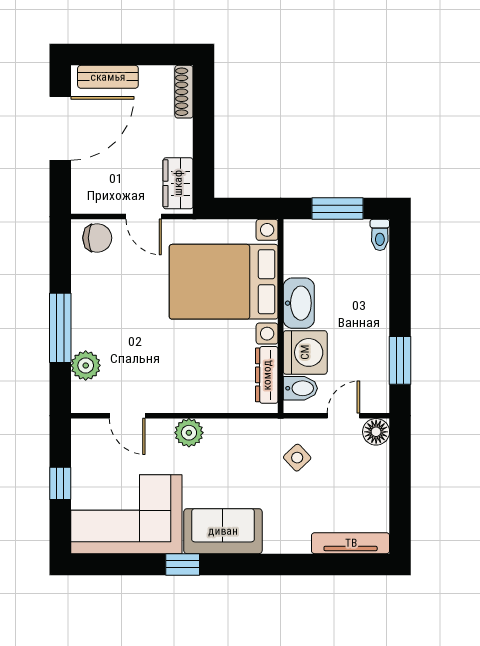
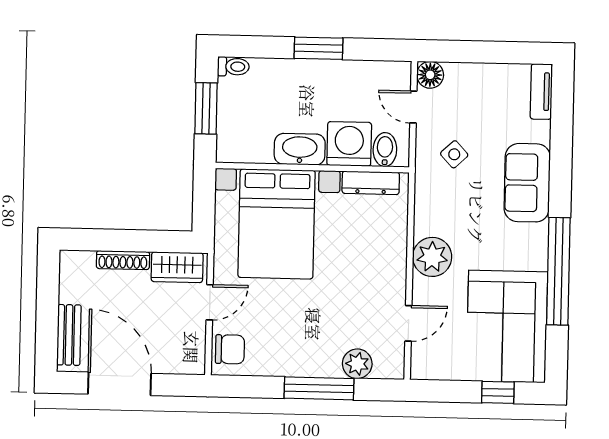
shoe rack: (184, 92) -> (123, 260), moved
chair: (97, 238) -> (230, 349), turned 90
window: (400, 360) -> (319, 48), moved
plant: (189, 433) -> (432, 257), width x1.36, depth x1.36
window: (60, 483) -> (498, 392), moved
sofa: (223, 531) -> (527, 183), moved
tv unit: (351, 543) -> (541, 92), width x0.71
window: (183, 564) -> (558, 271), width x3.17

